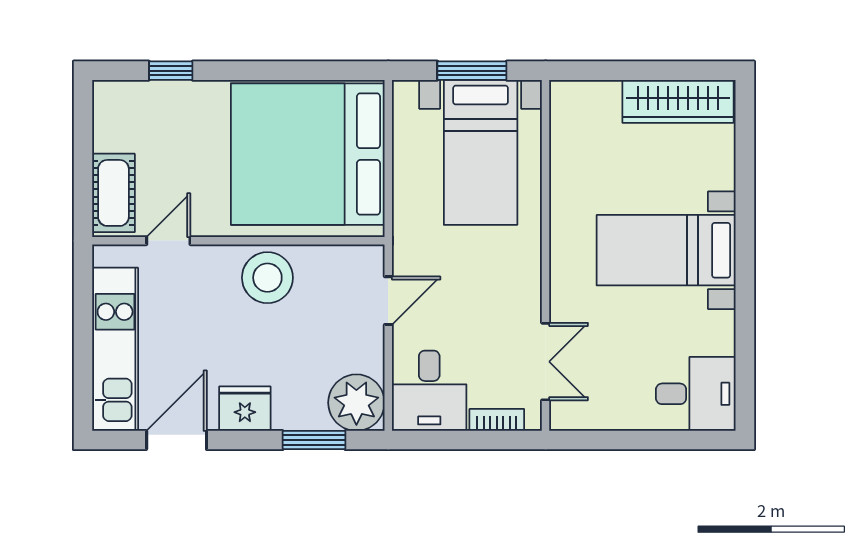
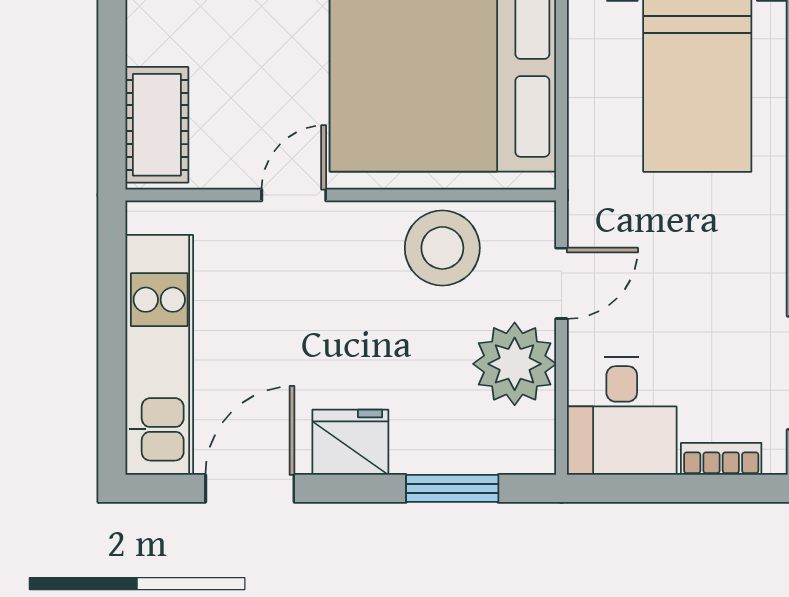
door: (168, 241) -> (294, 195), moved
stool: (267, 278) -> (442, 248), moved
plant: (356, 403) -> (515, 364), moved

